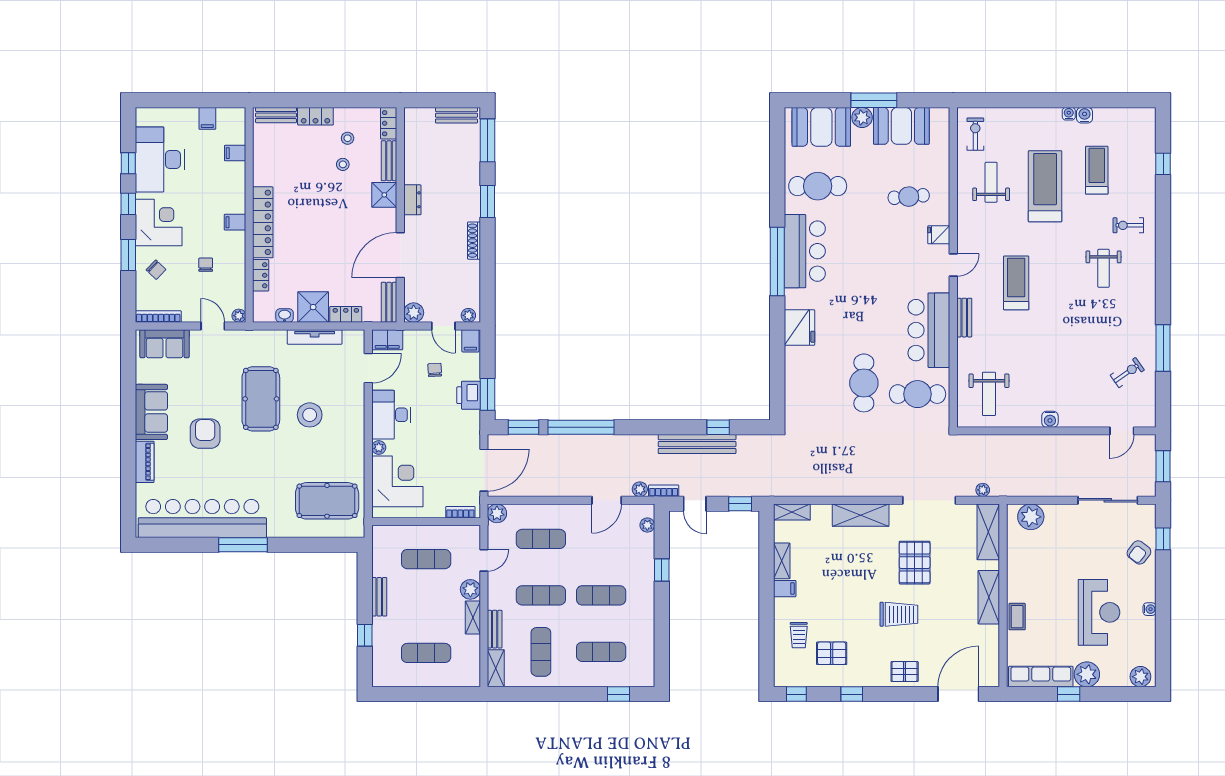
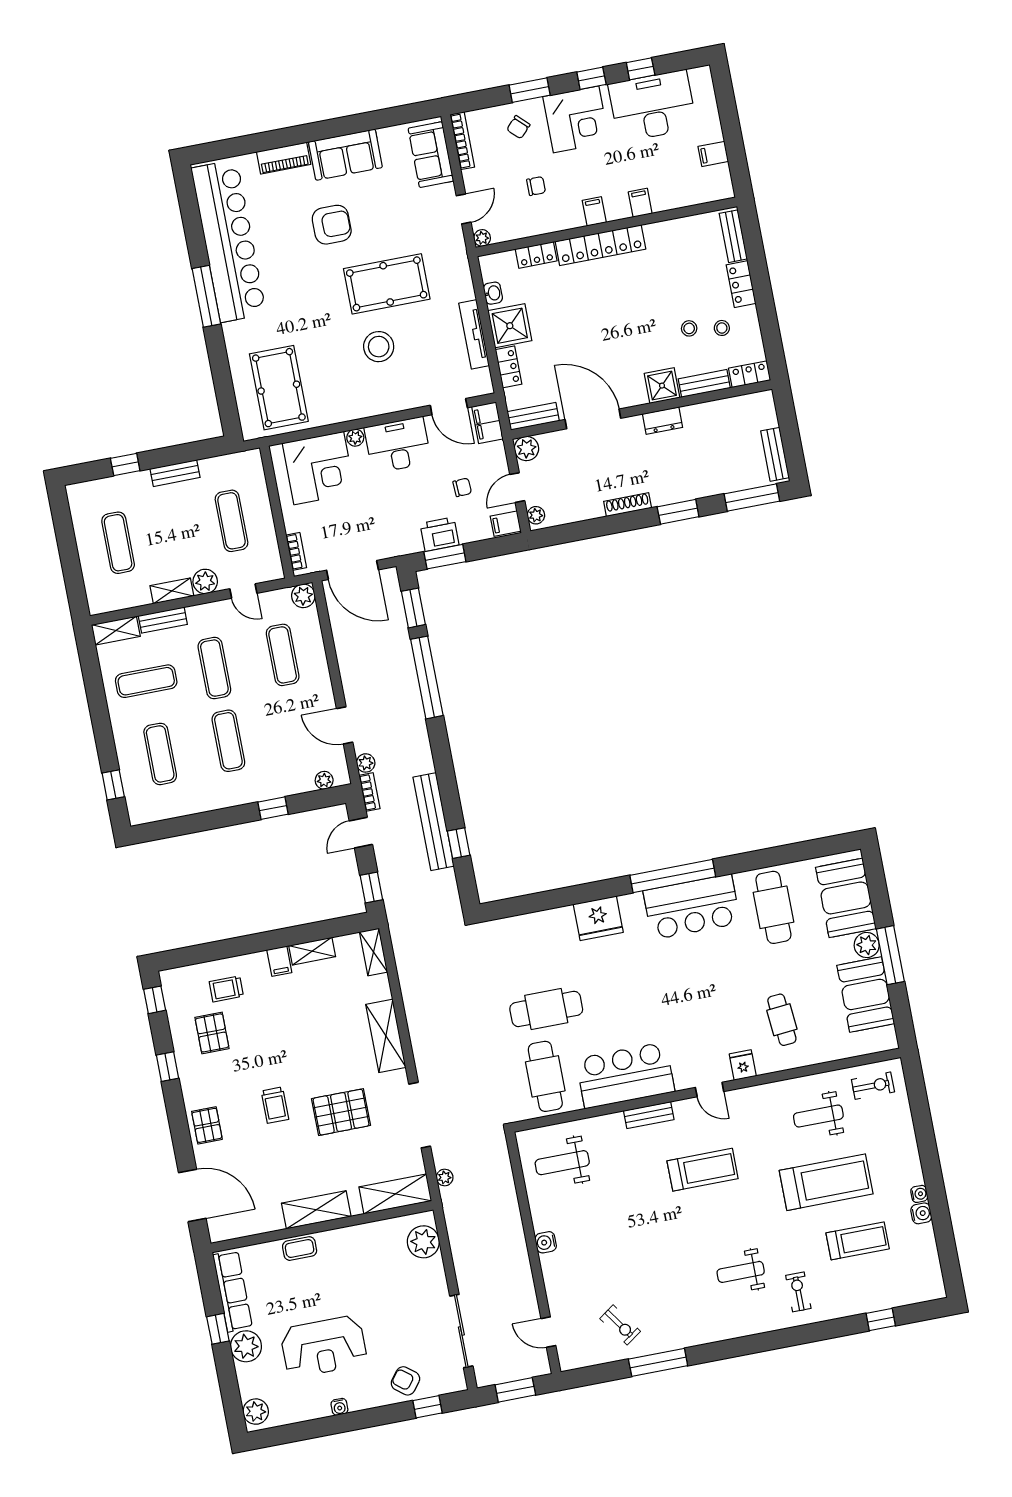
filing cabinet: (235, 153) -> (640, 203), moved
weight bench: (991, 182) -> (818, 1116), turned 180
trolley: (899, 614) -> (275, 1105), width x0.73, depth x0.72

